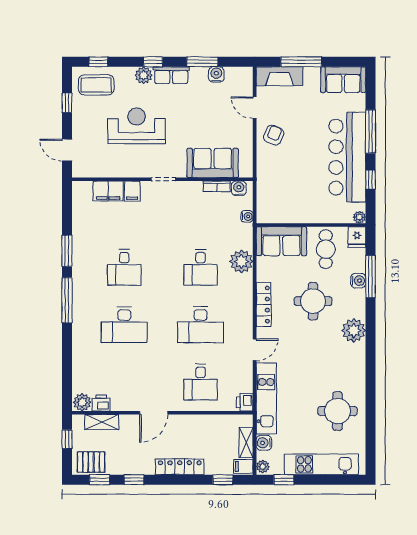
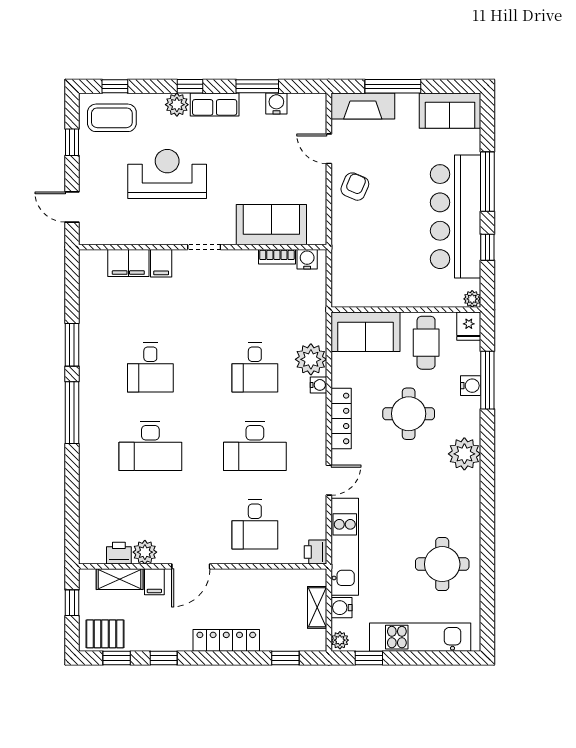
water cooler: (247, 216) -> (318, 385), moved
plant: (82, 402) -> (145, 552), moved
filing cabinet: (243, 466) -> (154, 582), moved, turned -90

